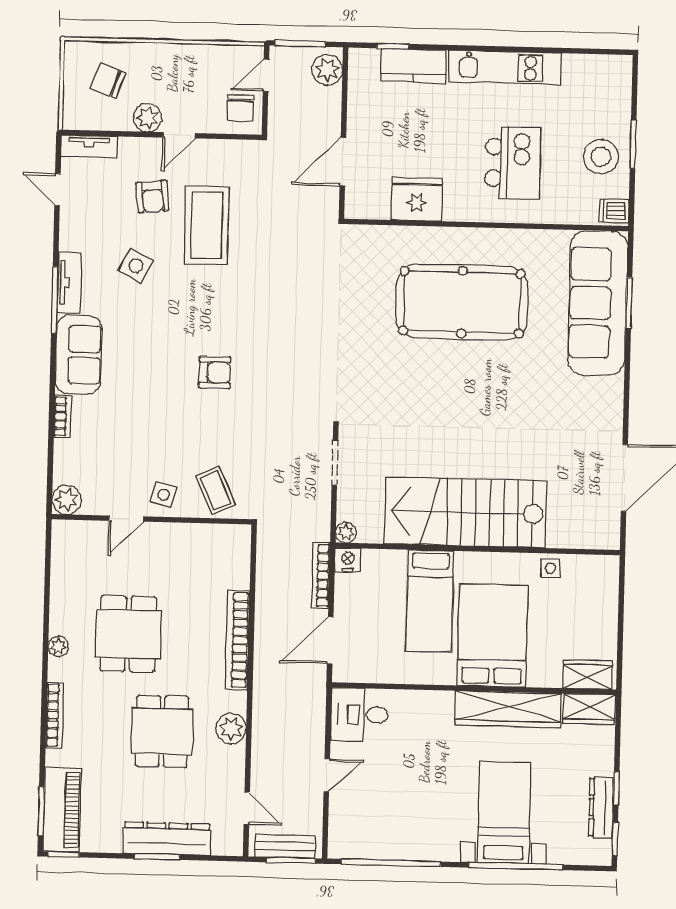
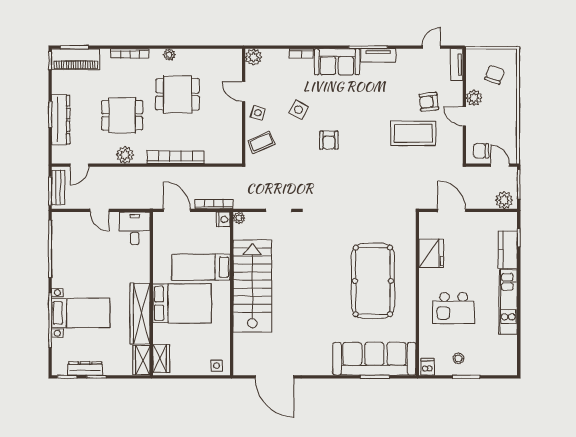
stool: (601, 157) -> (458, 358), width x0.53, depth x0.53
side table: (136, 266) -> (299, 110), moved
side table: (550, 568) -> (216, 366), moved

